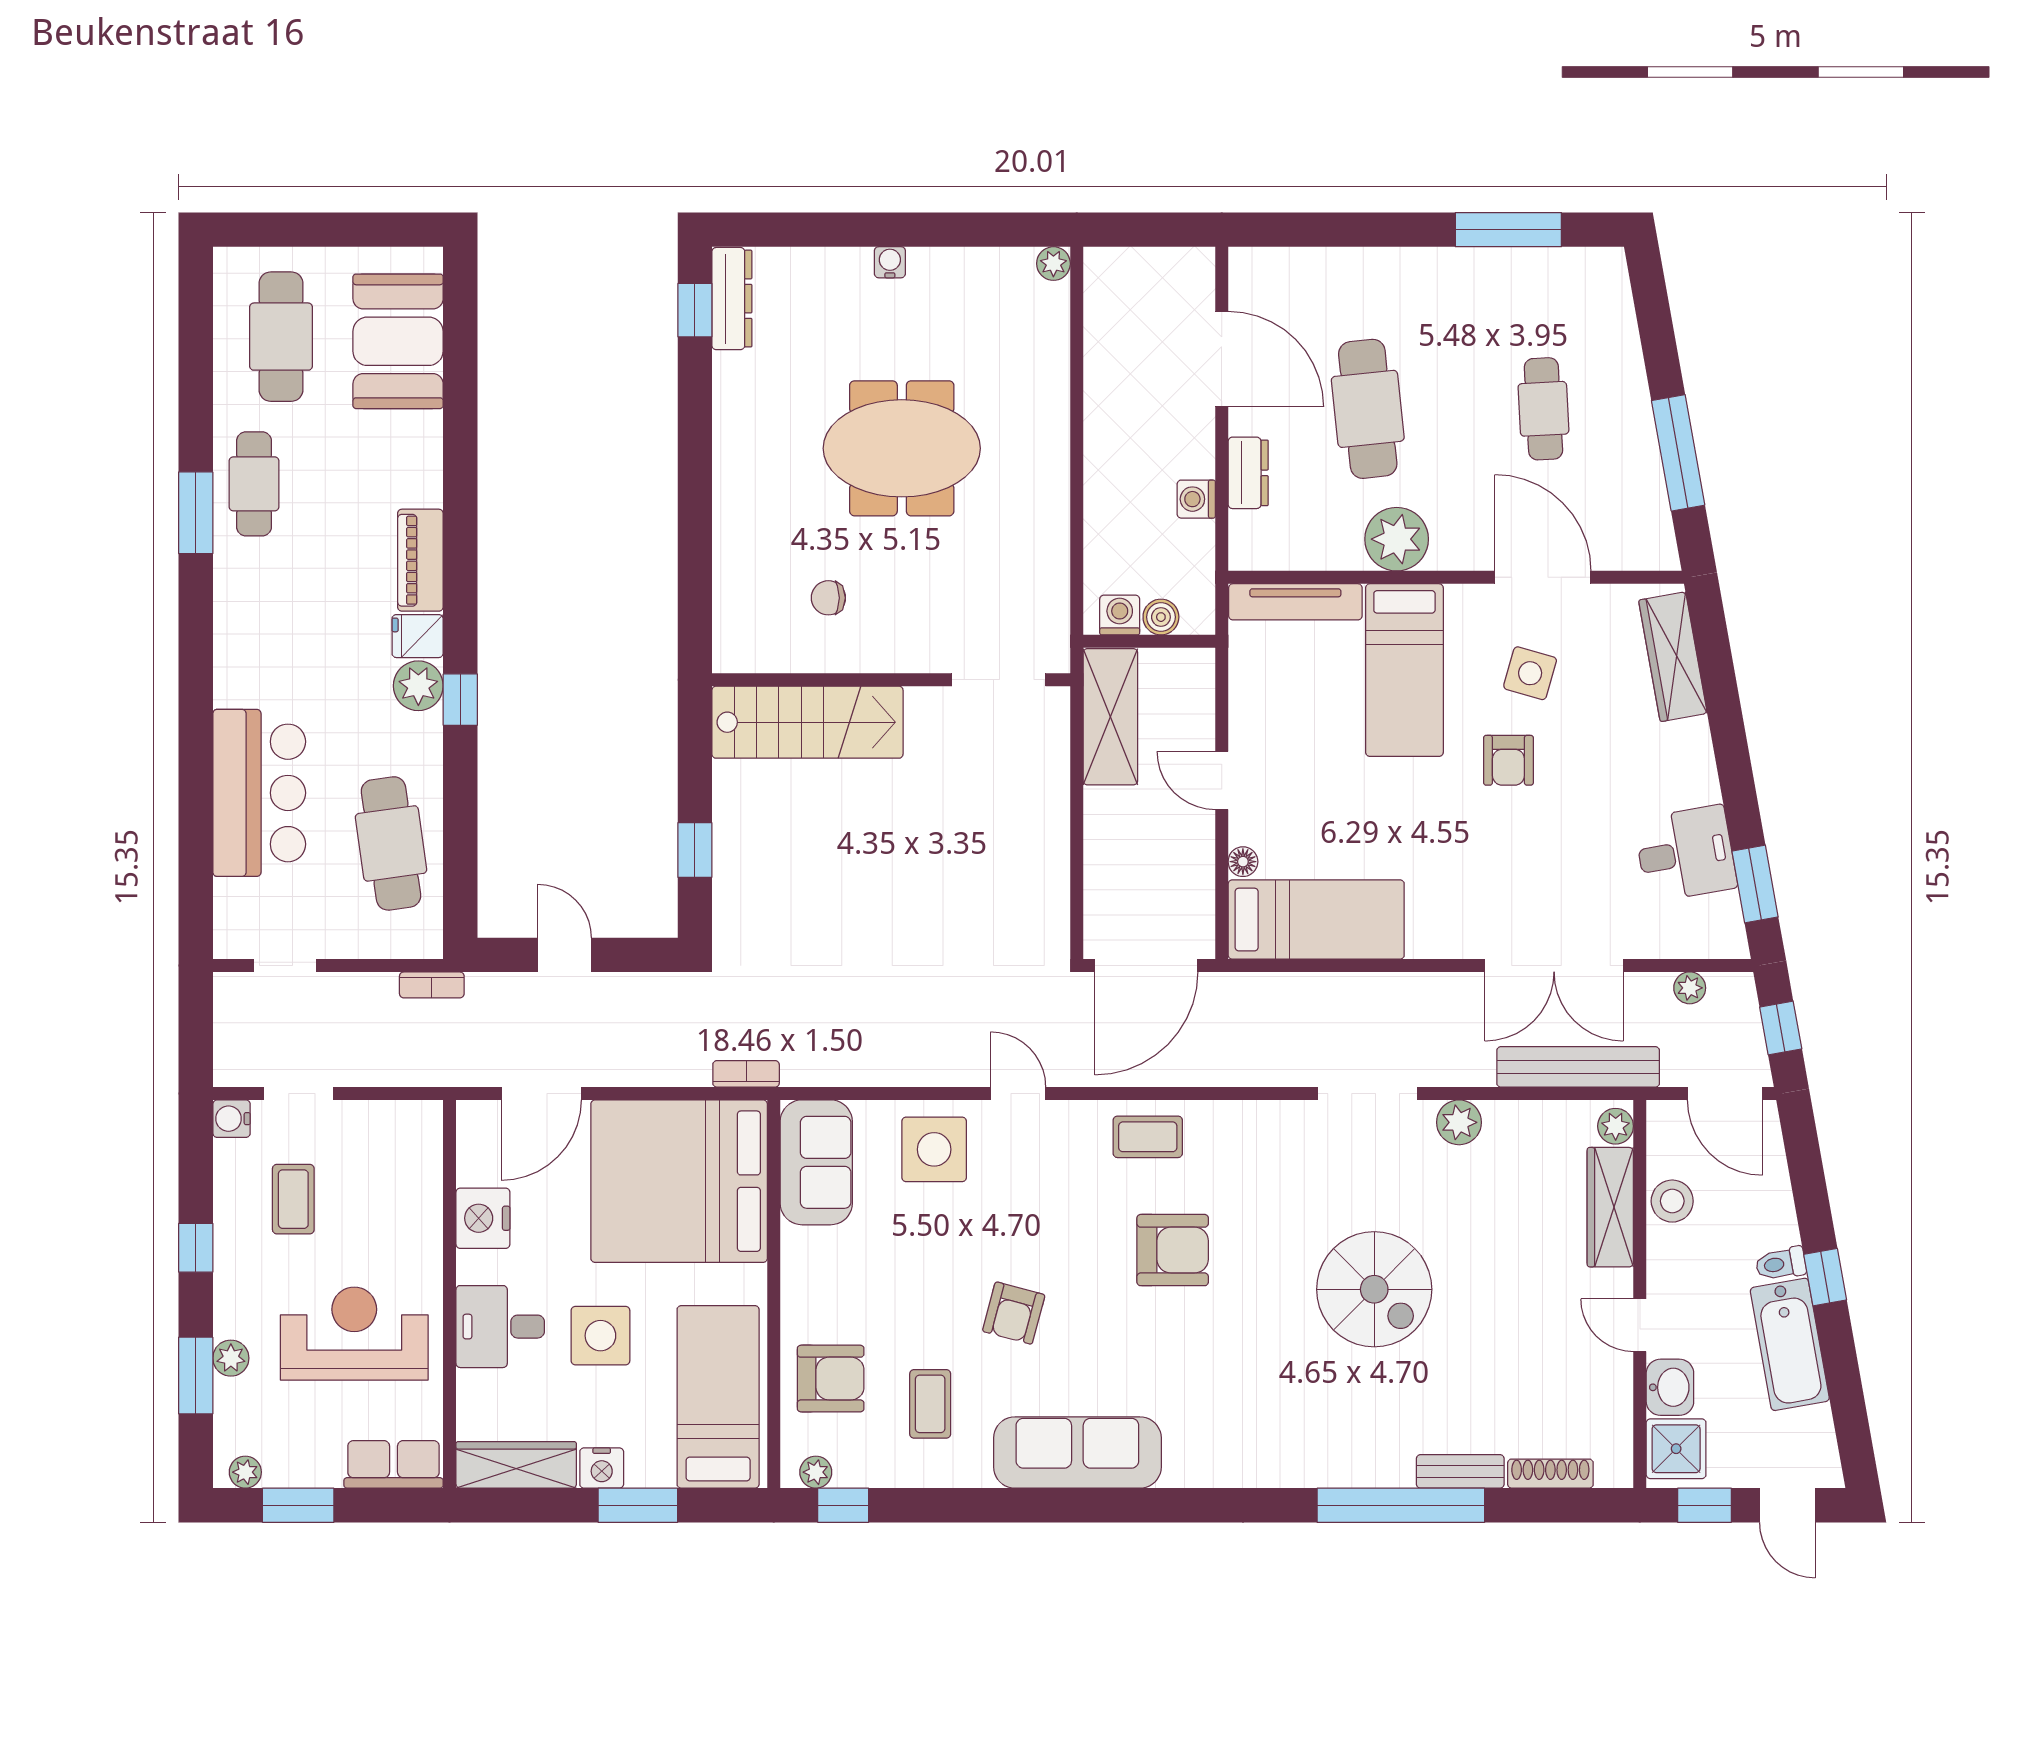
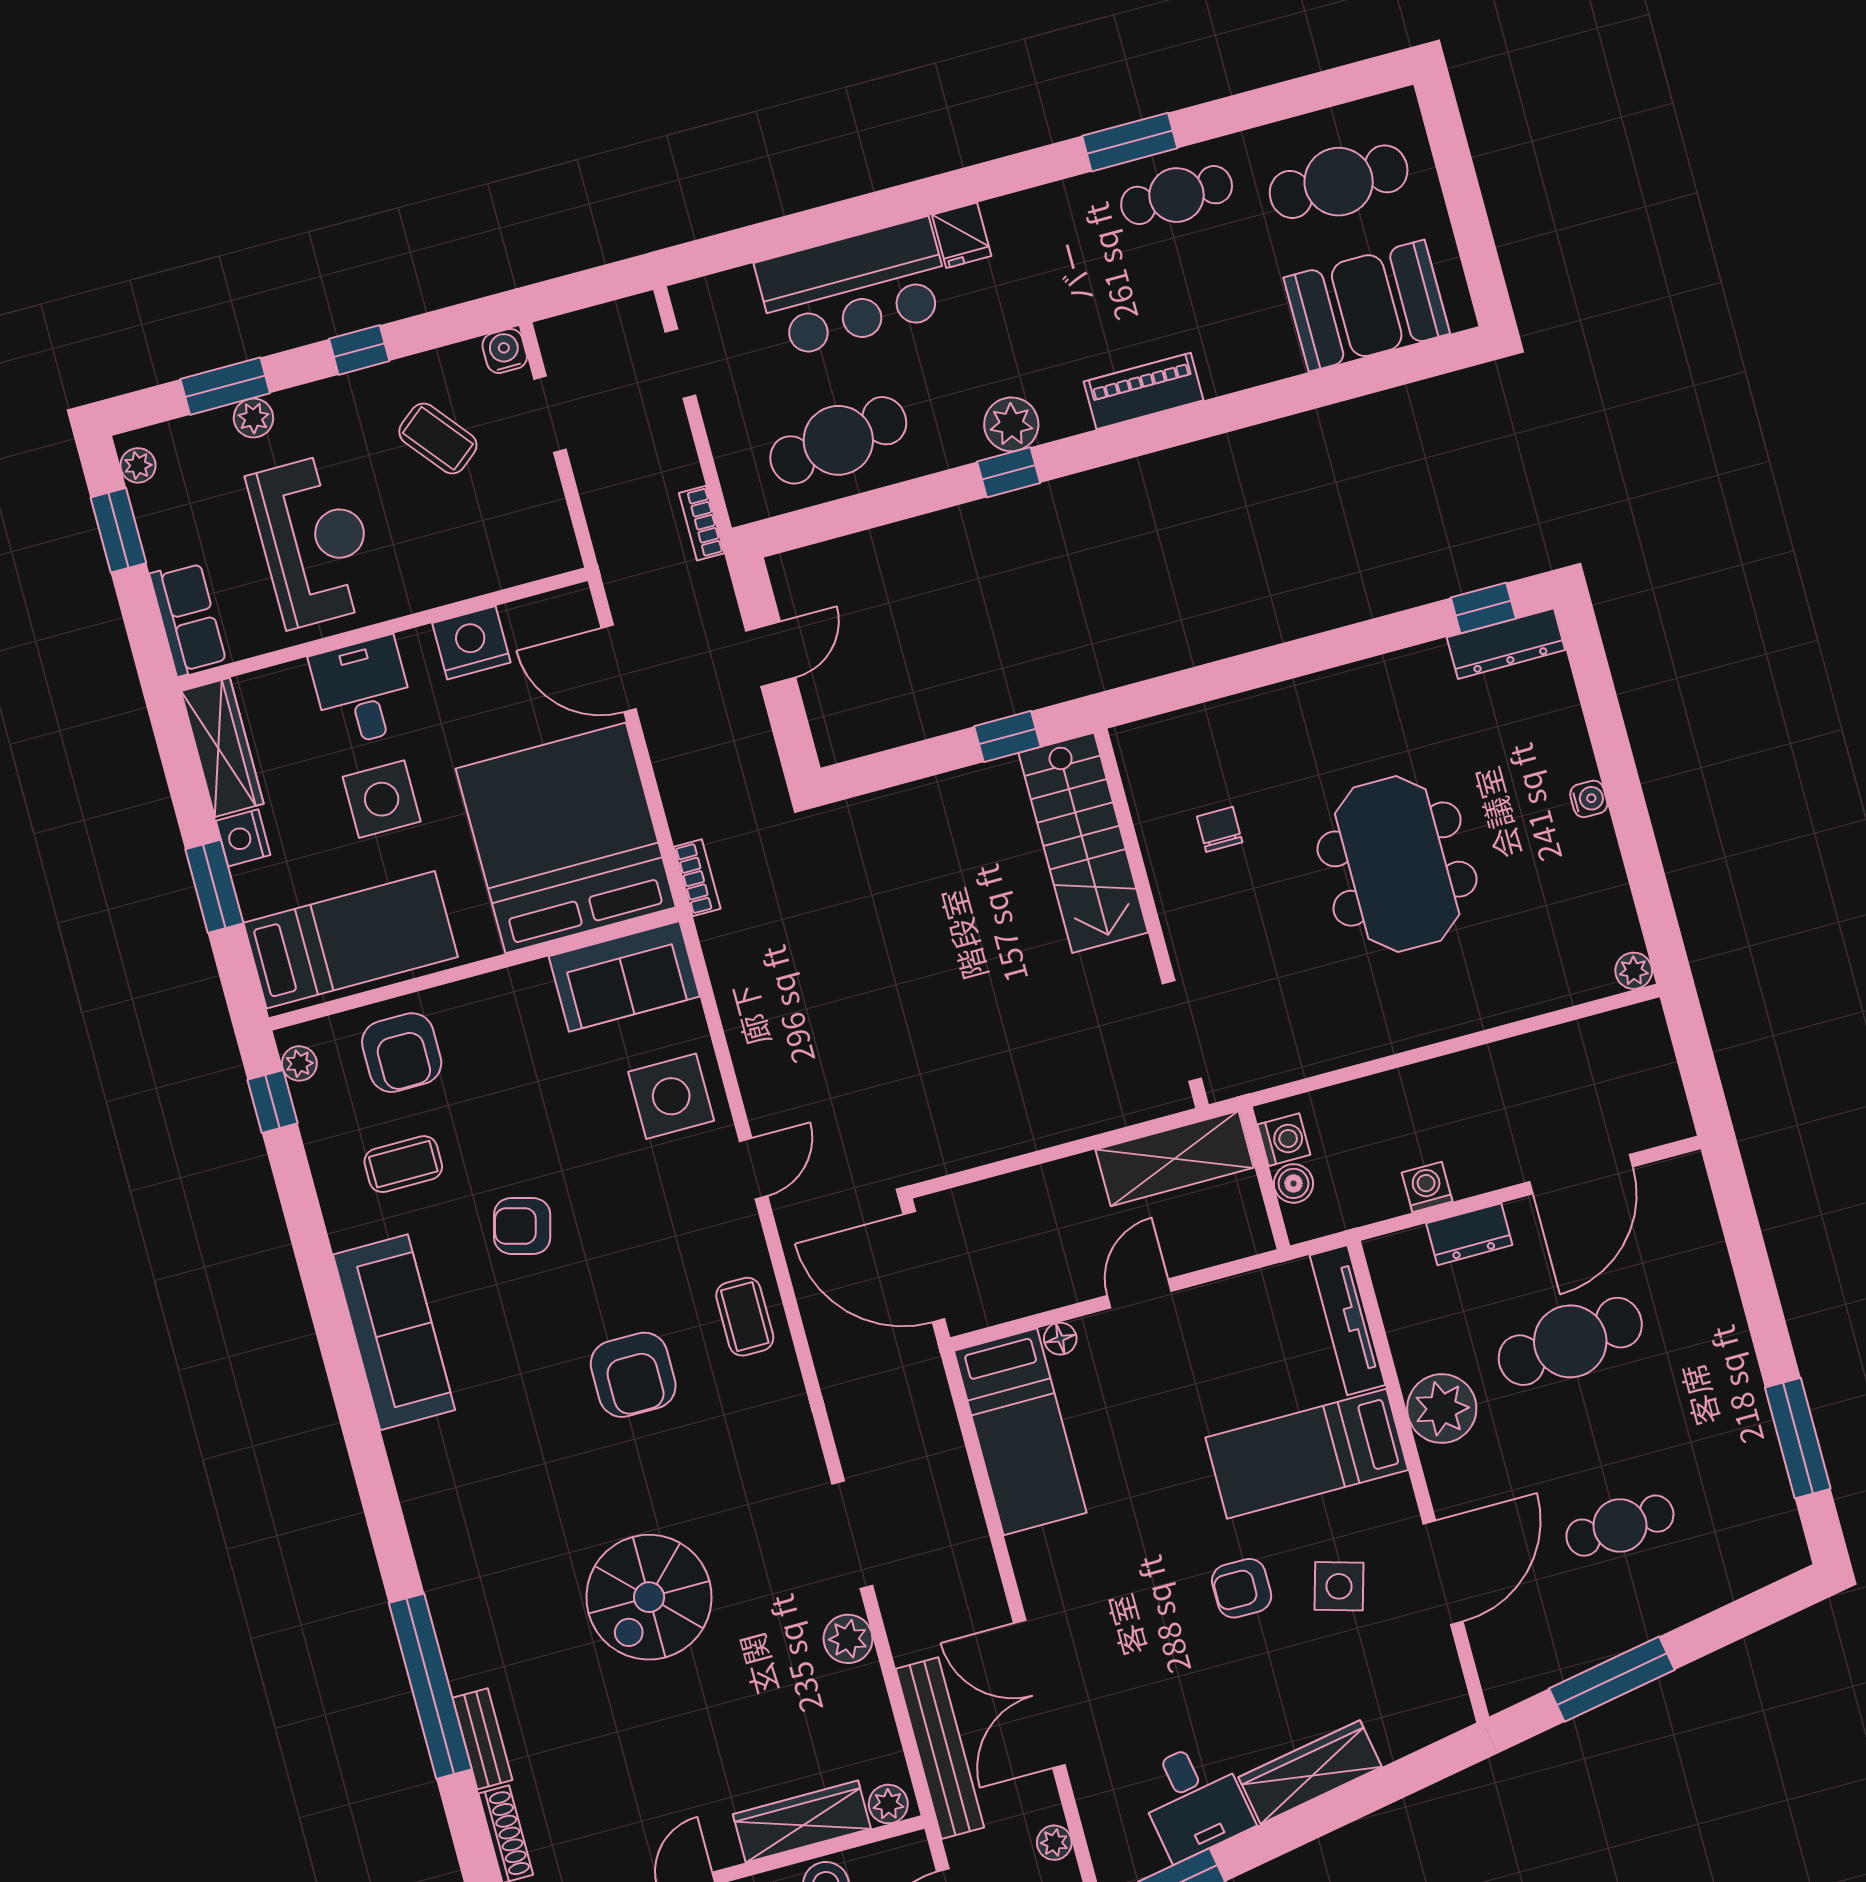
fridge: (418, 636) -> (962, 235), moved, turned 180
wardrobe: (1673, 657) -> (1310, 1772), moved
window: (695, 850) -> (1007, 736), moved
coffee table: (293, 1199) -> (438, 438), turned 51

